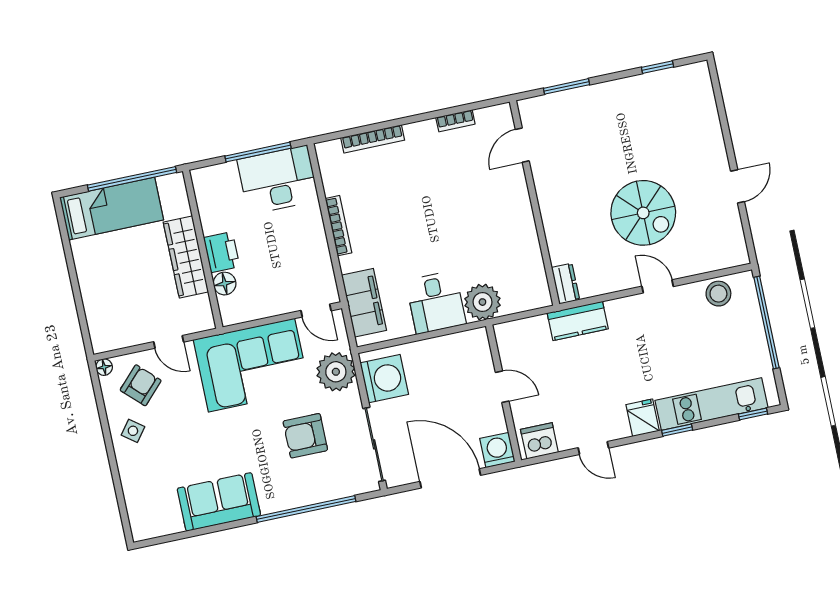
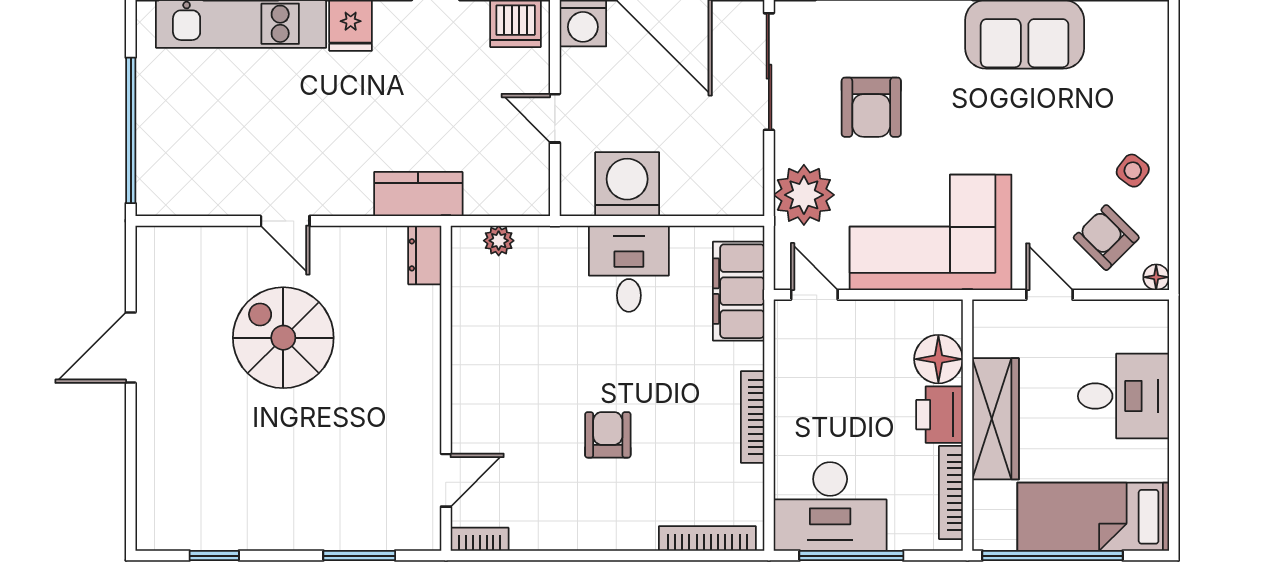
bookcase: (455, 121) -> (480, 539), moved
bookcase: (373, 139) -> (707, 538), moved
door: (738, 186) -> (131, 348), width x1.38
armchair: (427, 195) -> (608, 435), added
bookcase: (204, 205) -> (951, 492), added
floor lamp: (225, 284) -> (938, 359), width x1.38, depth x1.38
desk: (109, 288) -> (1123, 396), added
stool: (718, 294) -> (195, 190), removed
plant: (482, 302) -> (499, 241), moved, width x0.53, depth x0.53
washing machine: (384, 379) -> (627, 184), moved, turned 90
armchair: (141, 385) -> (1106, 238), turned 91
armchair: (305, 436) -> (871, 107), turned 90

